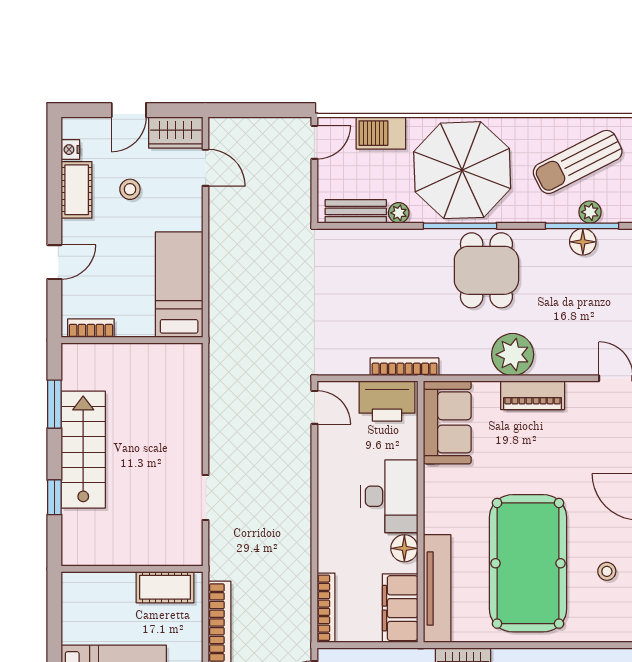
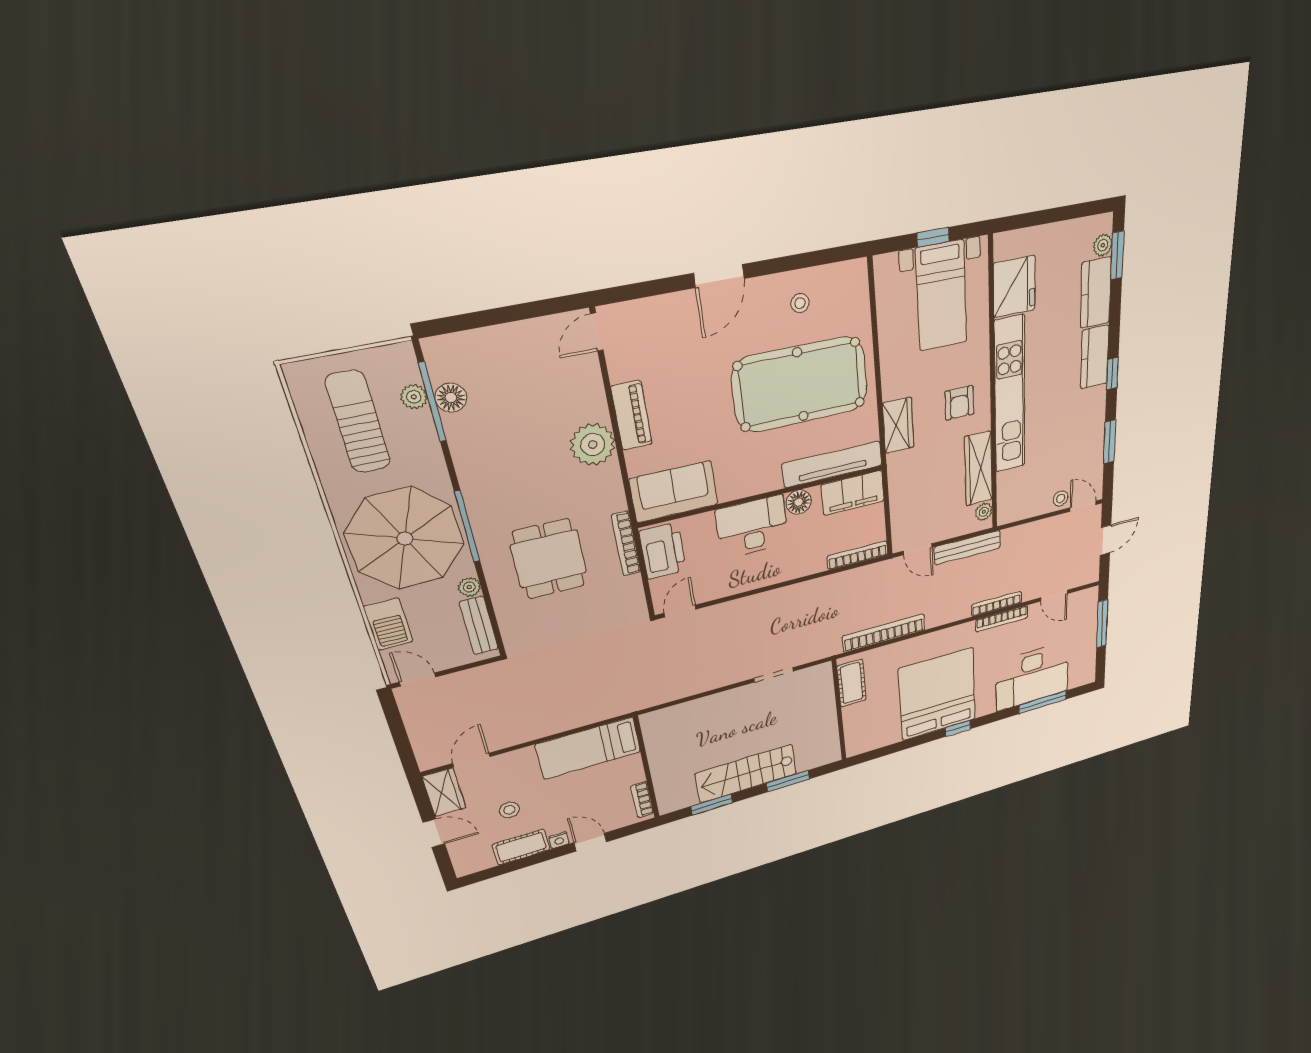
nightstand: (70, 150) -> (559, 840), moved
sun lounger: (578, 162) -> (358, 422), turned -153
dining table: (486, 270) -> (549, 559), moved, turned 90
window: (54, 497) -> (788, 781), width x1.50

